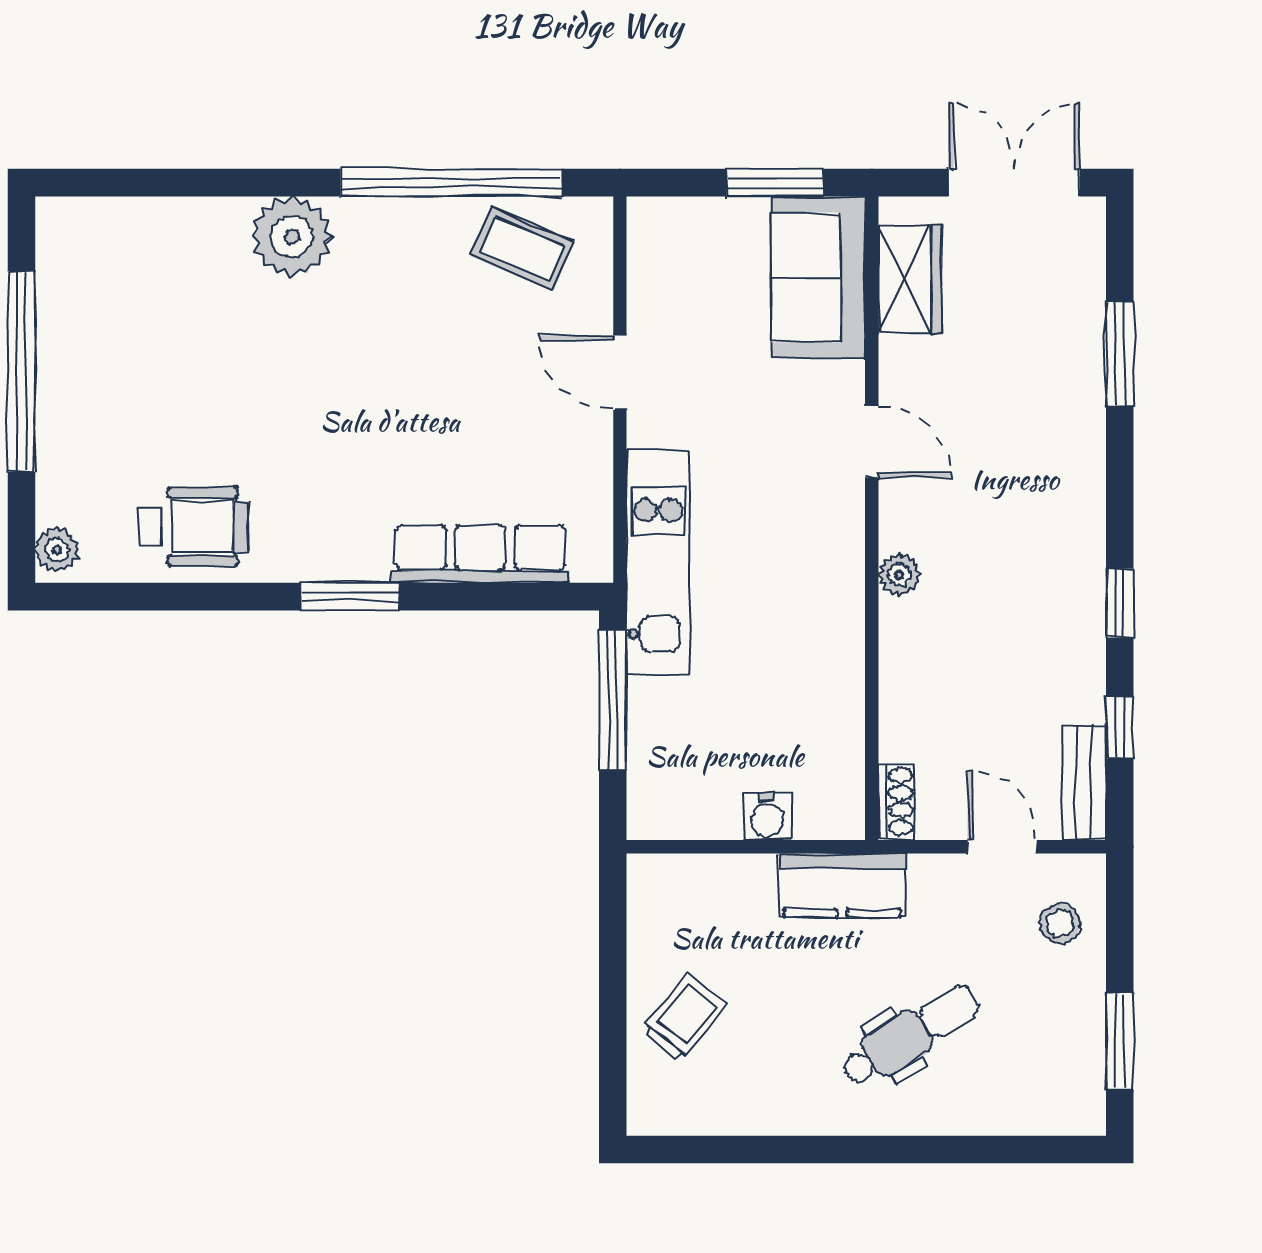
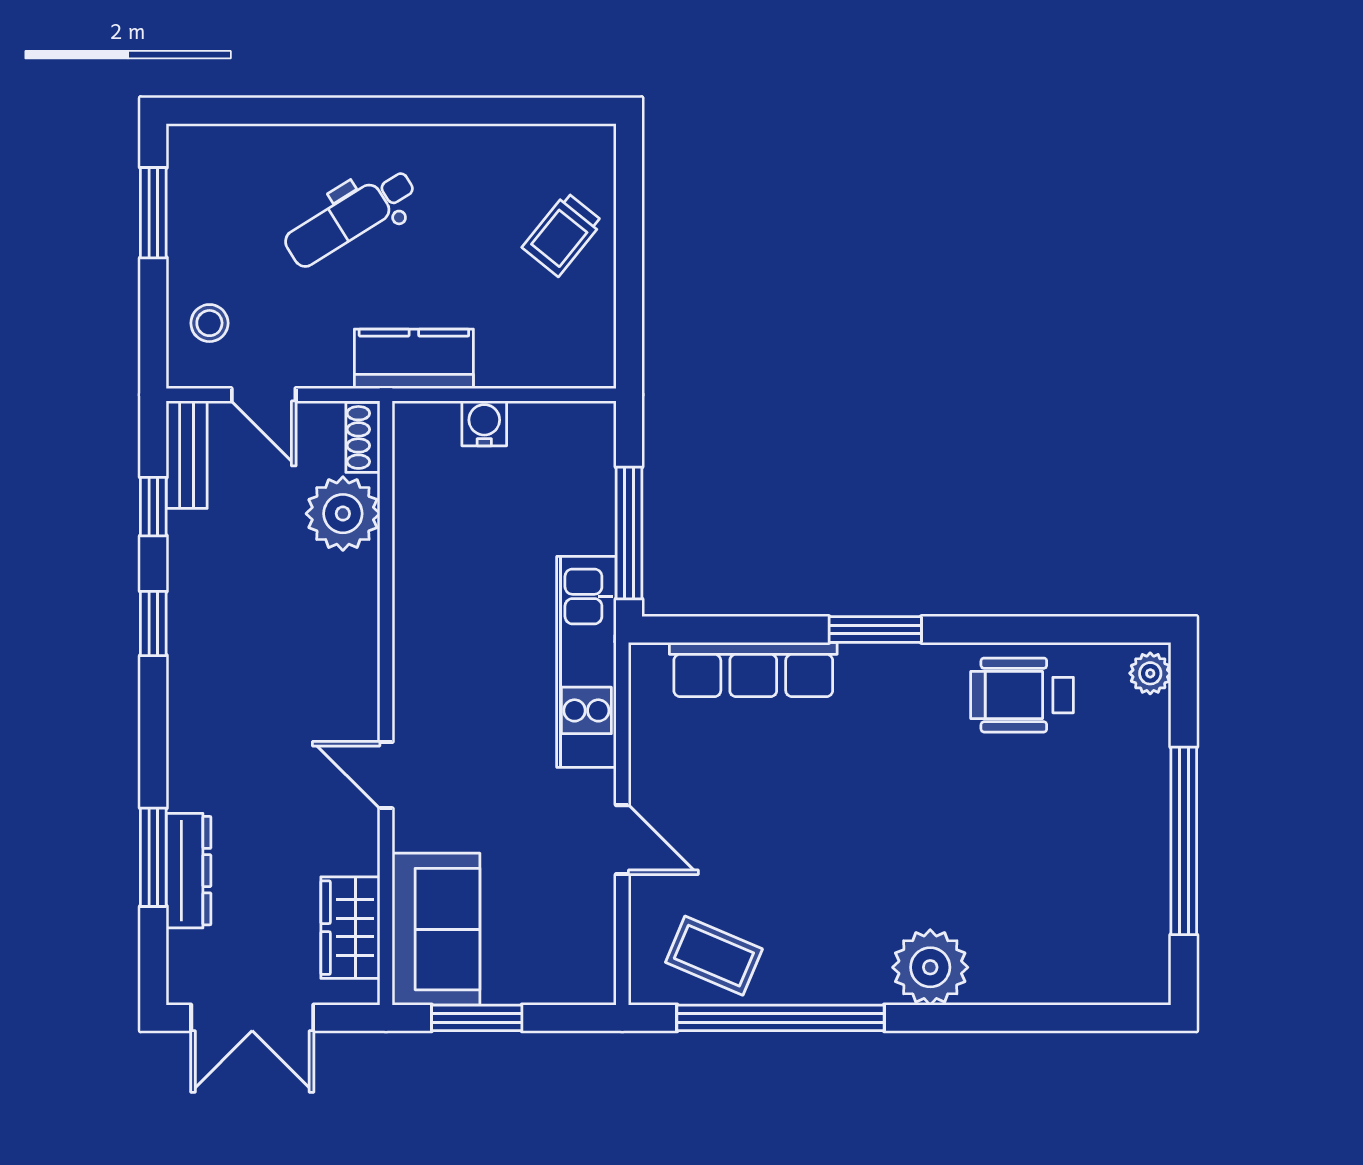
dresser: (1082, 340) -> (189, 871), added
plant: (899, 575) -> (343, 514), moved, width x1.88, depth x1.88

